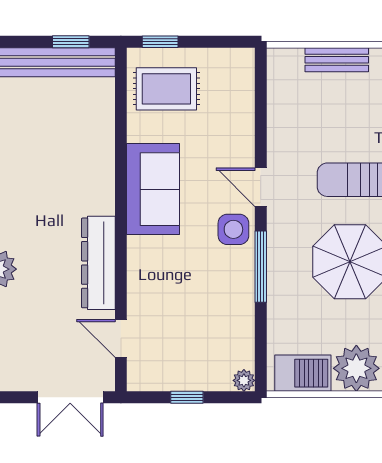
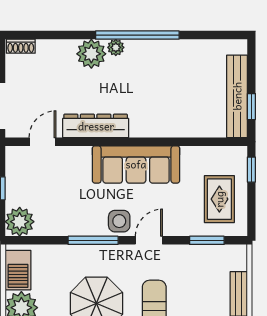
rug: (166, 89) -> (219, 199), moved
window: (261, 105) -> (207, 240), added
sofa: (153, 189) -> (136, 164), width x1.36
plant: (244, 380) -> (20, 222), width x1.88, depth x1.88

